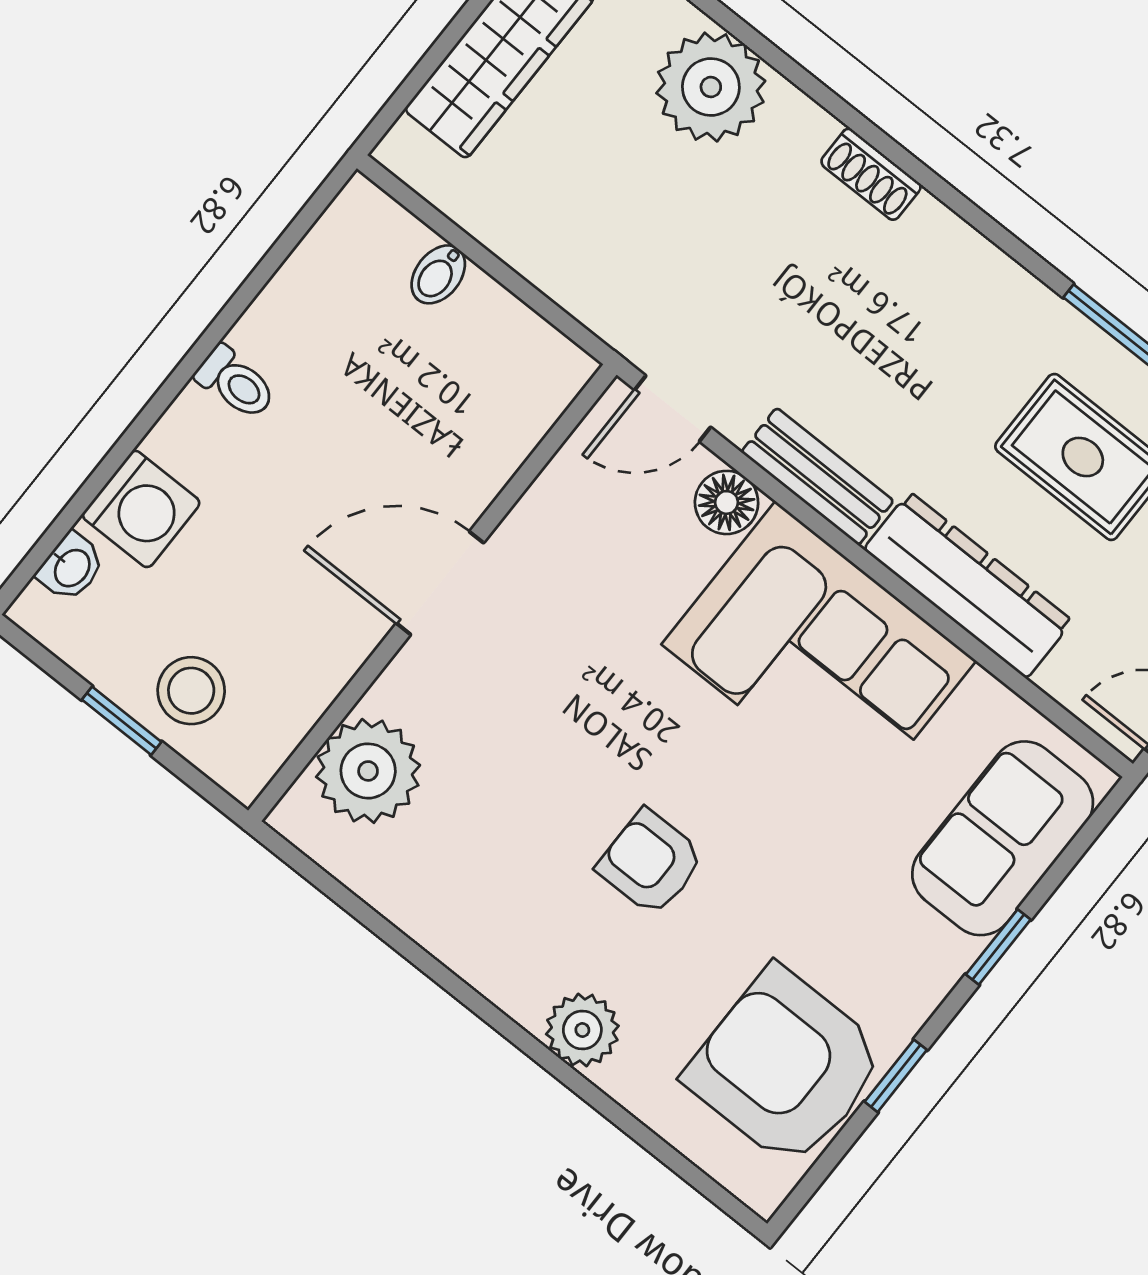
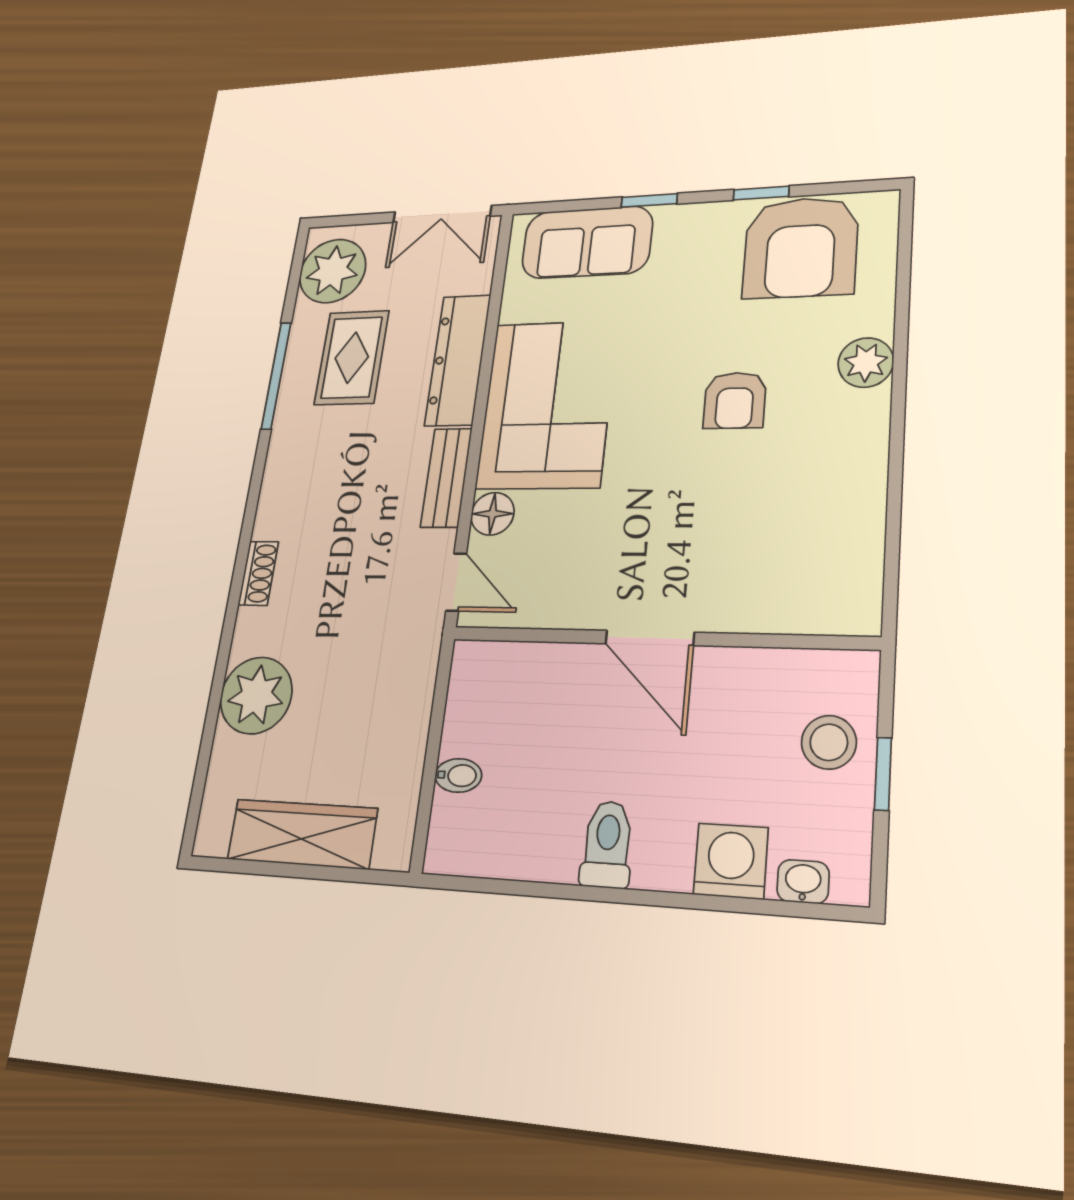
toilet: (236, 383) -> (607, 844), width x1.37, depth x1.39
plant: (368, 771) -> (799, 596), removed

